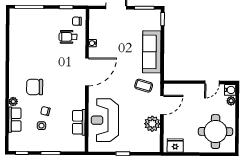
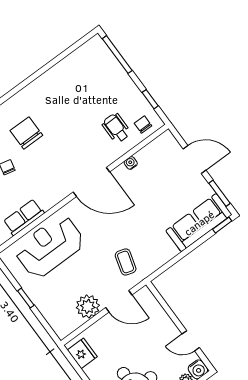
sofa: (152, 52) -> (199, 223), moved

